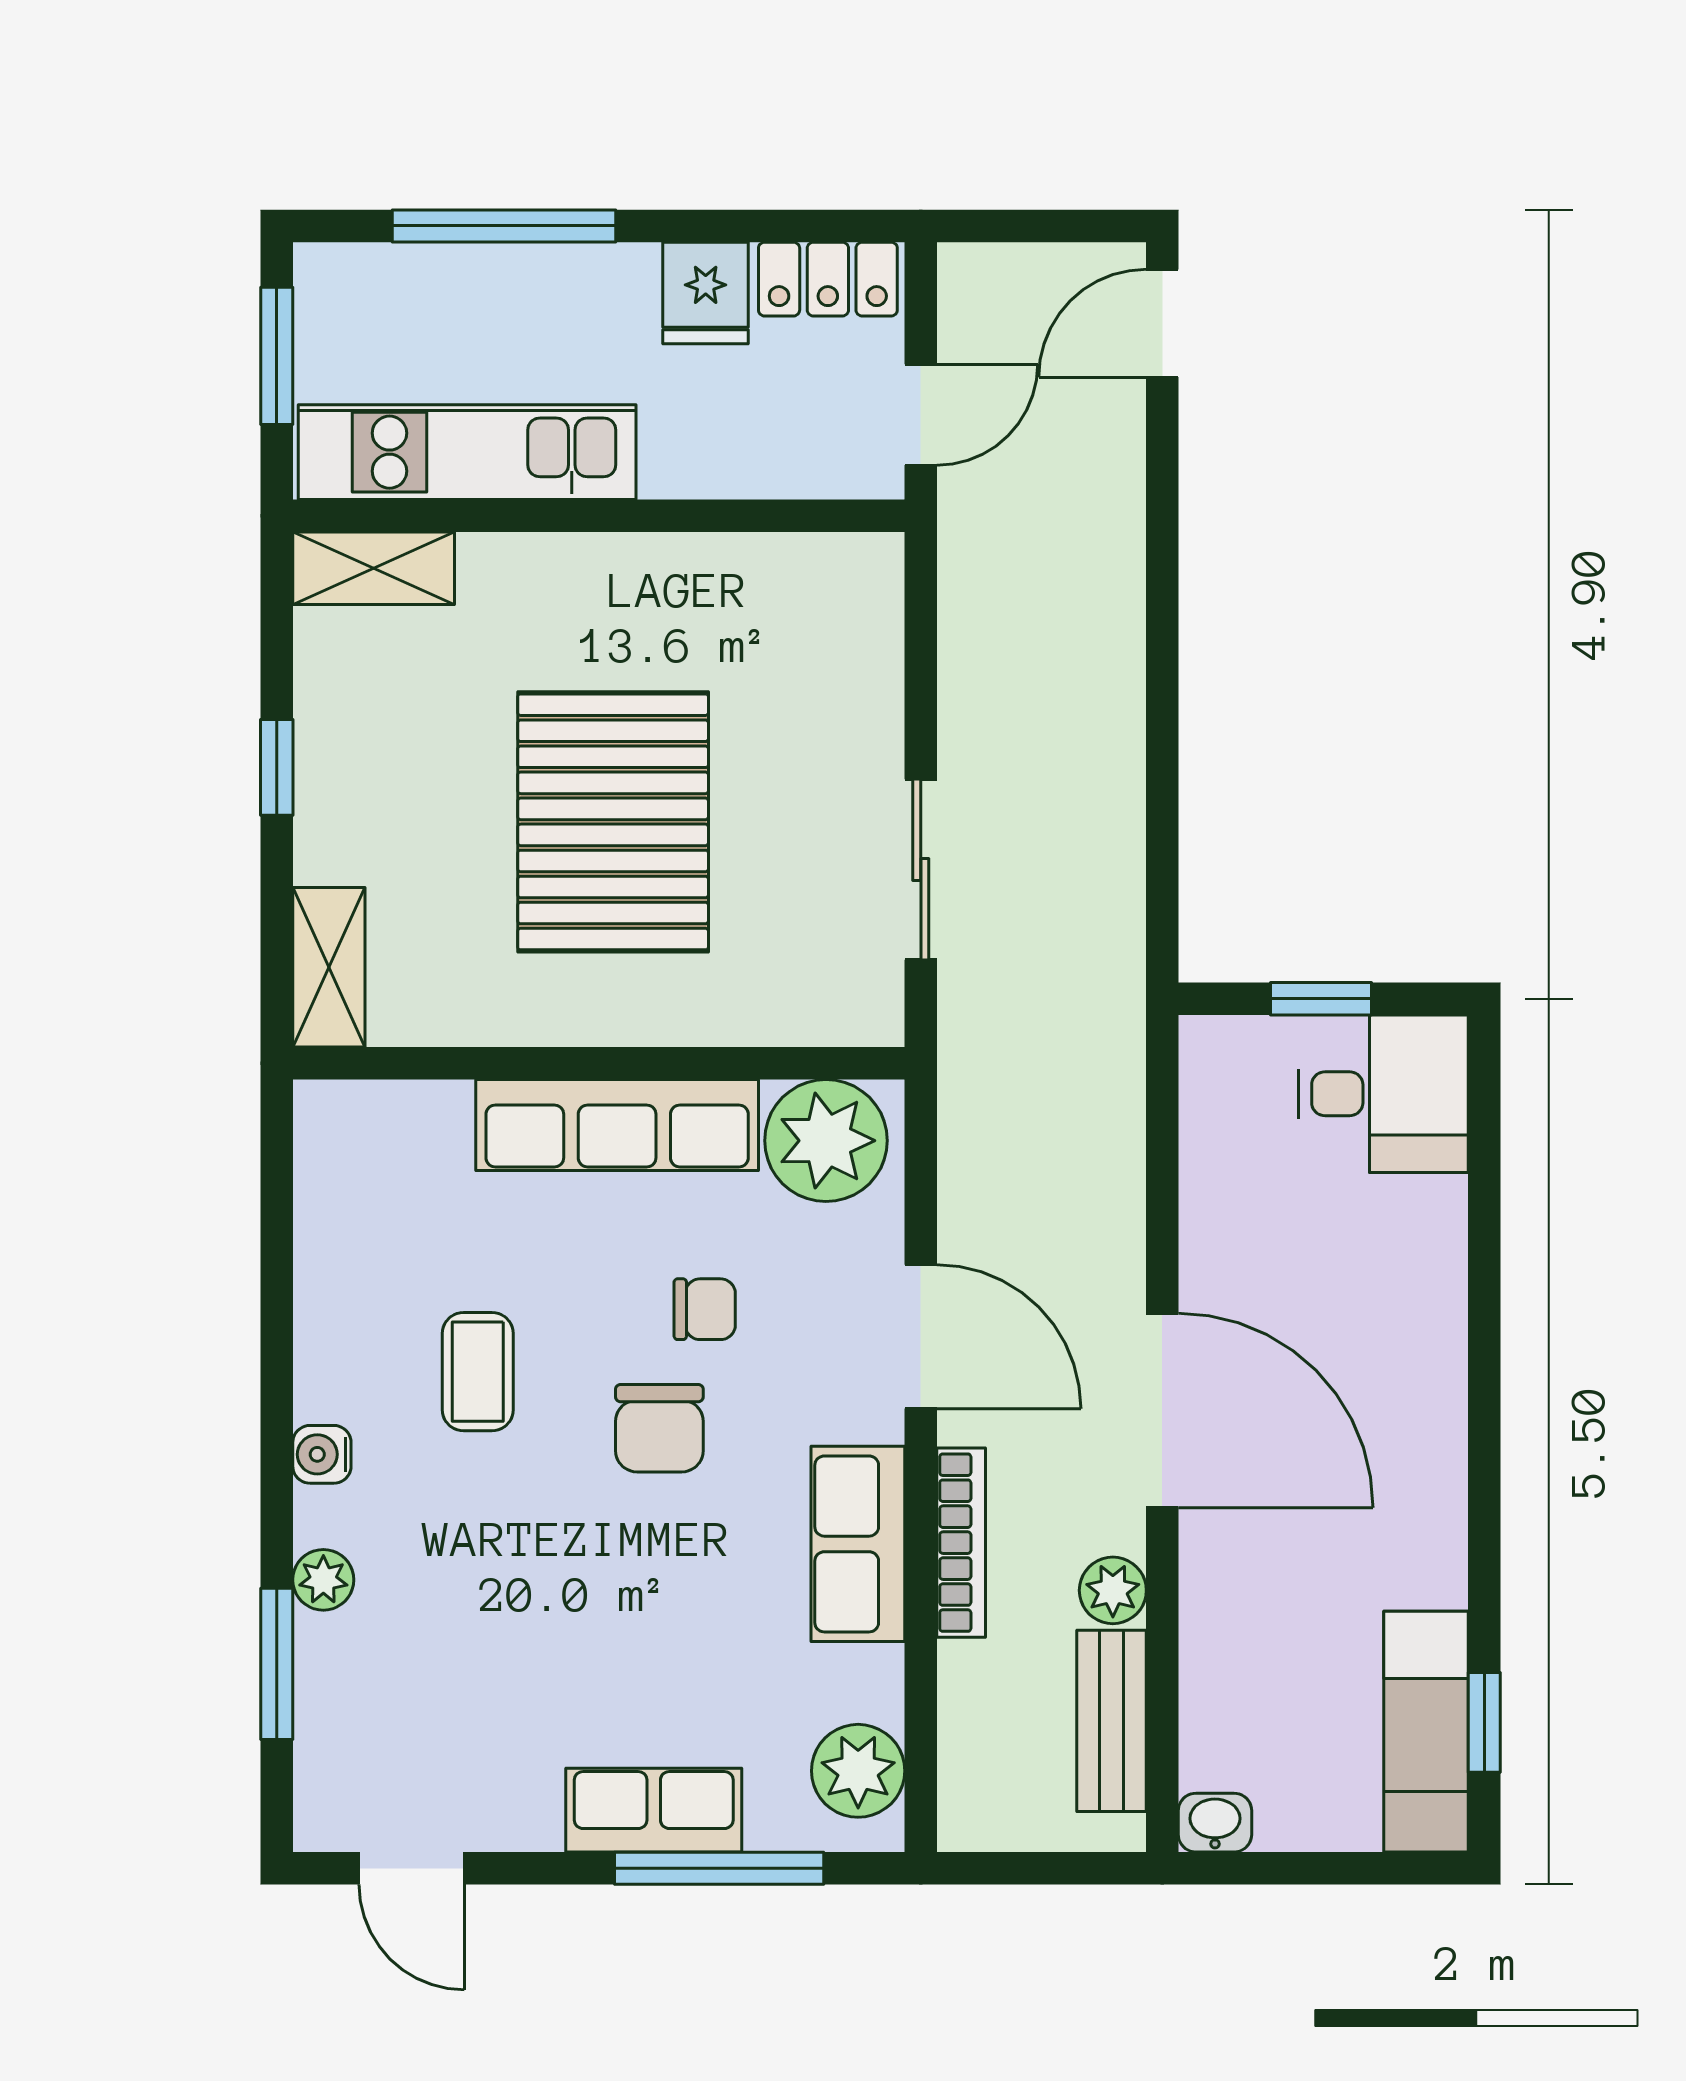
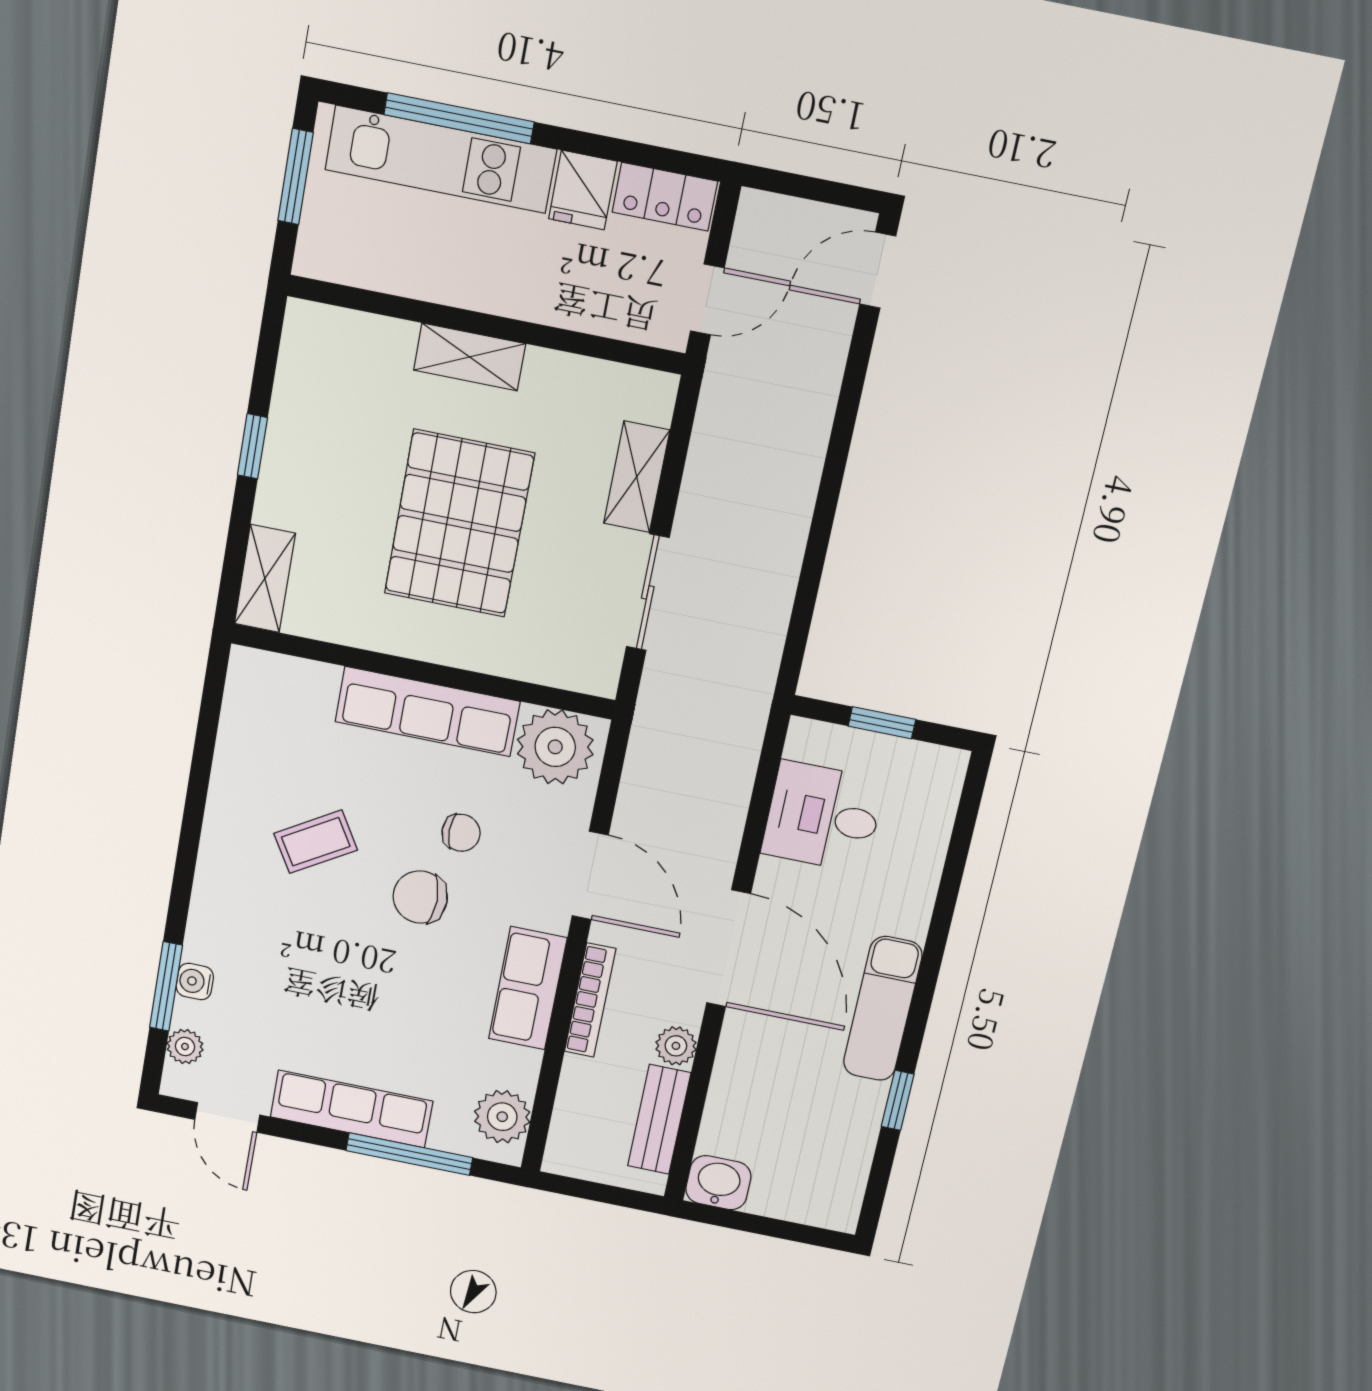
kitchen unit: (467, 452) -> (441, 159), moved, turned 180
shelving: (374, 568) -> (470, 357), moved
shelving: (869, 697) -> (637, 477), added
desk: (1383, 1094) -> (823, 817), moved, turned 180
coffee table: (478, 1372) -> (316, 842), turned 59
chair: (659, 1428) -> (420, 897), turned 90
water cooler: (322, 1454) -> (195, 982), moved
plant: (323, 1580) -> (185, 1047), moved
window: (1484, 1722) -> (898, 1100), moved
exam couch: (1426, 1732) -> (883, 1009), moved
row of seats: (654, 1810) -> (352, 1109), width x1.48
washbasin: (1215, 1823) -> (718, 1183), width x1.38, depth x1.45

